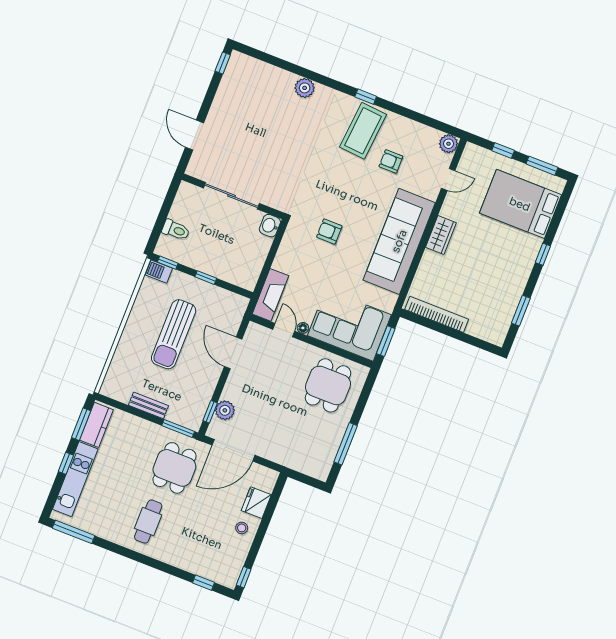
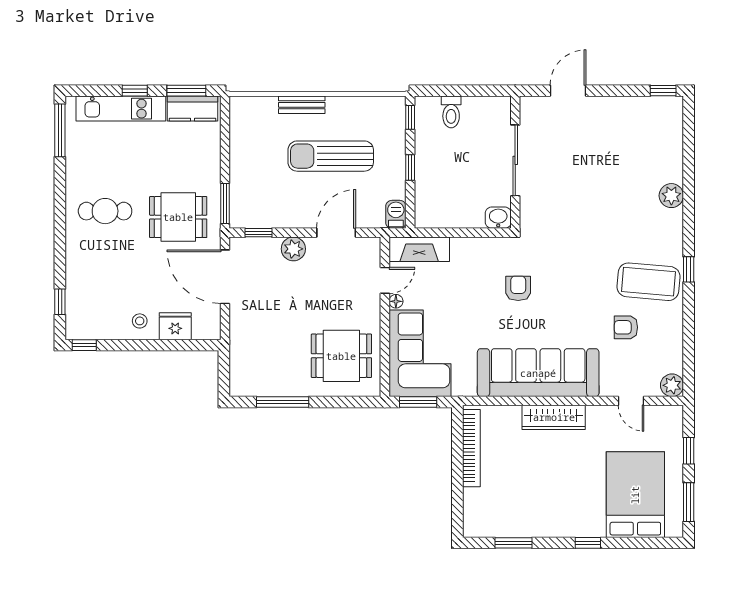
armchair: (391, 161) -> (626, 327), turned -90
wardrobe: (441, 235) -> (554, 417), width x1.50
barbecue: (159, 272) -> (396, 214), moved
bench: (148, 405) -> (302, 105), moved, turned 90
plant: (225, 410) -> (293, 249), moved

